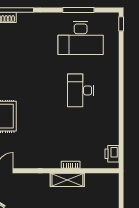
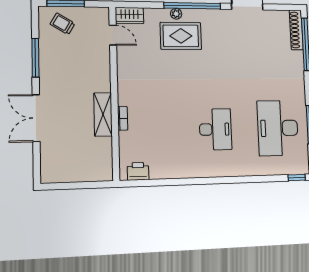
desk: (81, 90) -> (215, 129), turned 90

